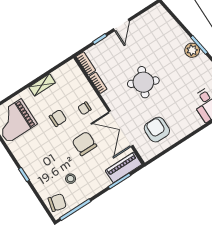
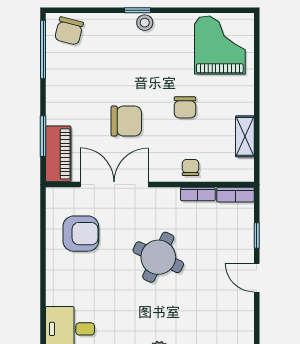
shelving: (42, 85) -> (245, 136), moved
chair: (84, 108) -> (190, 168), moved
stool: (71, 179) -> (145, 23), moved

